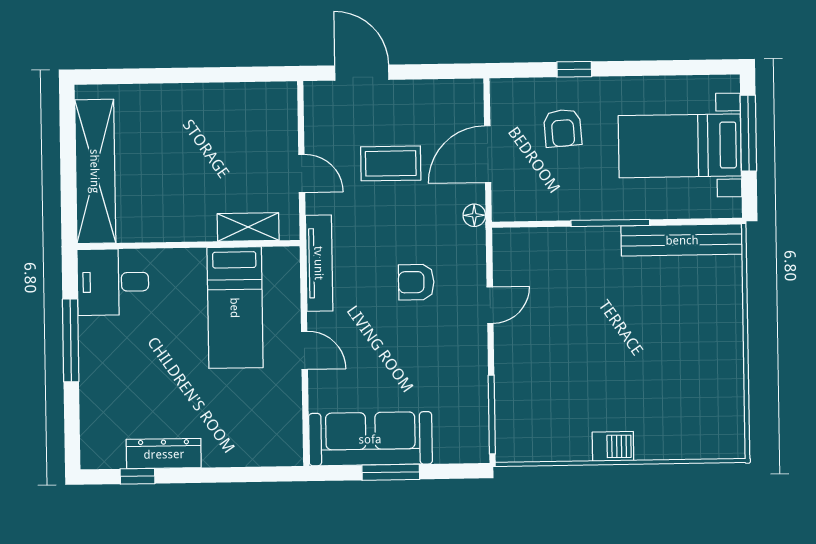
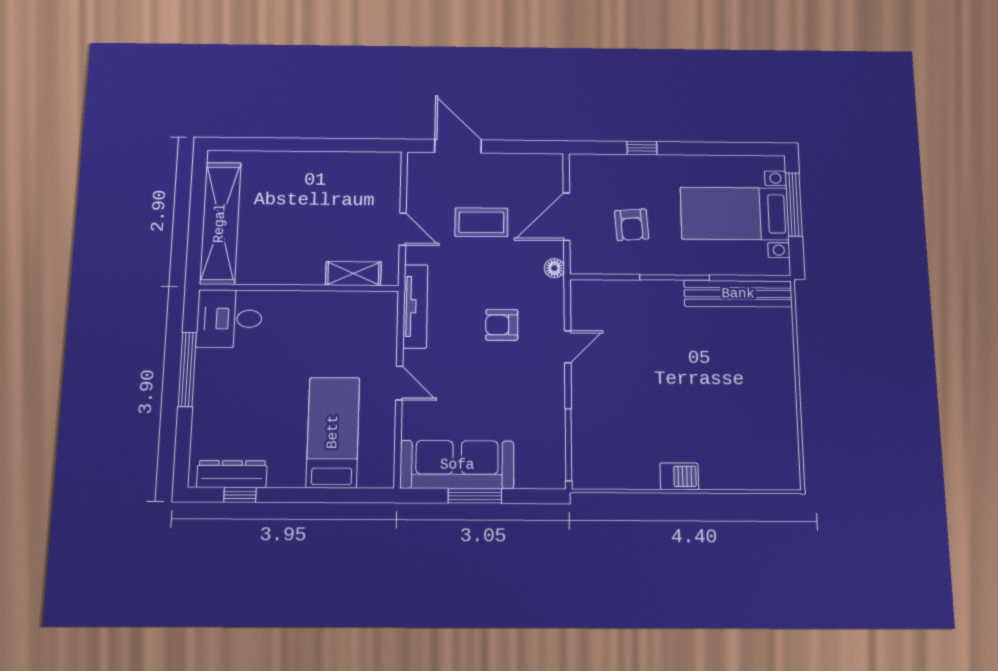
armchair: (563, 128) -> (632, 225), moved
bed: (235, 308) -> (333, 432), moved, turned 180
dresser: (164, 454) -> (232, 474), moved

